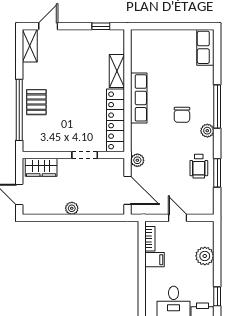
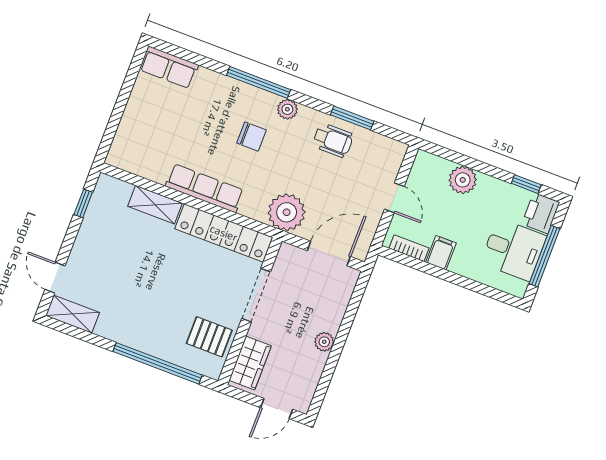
pallet: (36, 102) -> (209, 337), moved
doorway: (85, 155) -> (256, 295), width x1.38
plant: (137, 160) -> (287, 212), width x1.88, depth x1.88
door: (178, 218) -> (394, 198), swing flipped

